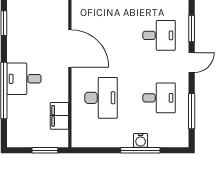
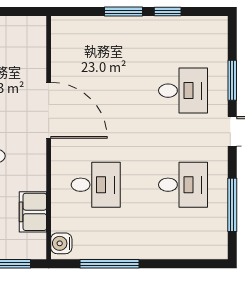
desk: (101, 98) -> (96, 185), width x0.73
water cooler: (141, 140) -> (61, 243), moved, turned 90
window: (140, 150) -> (110, 264), moved

